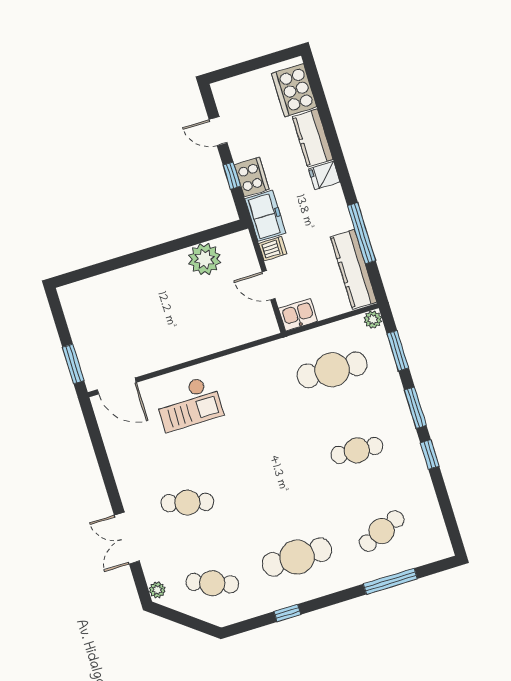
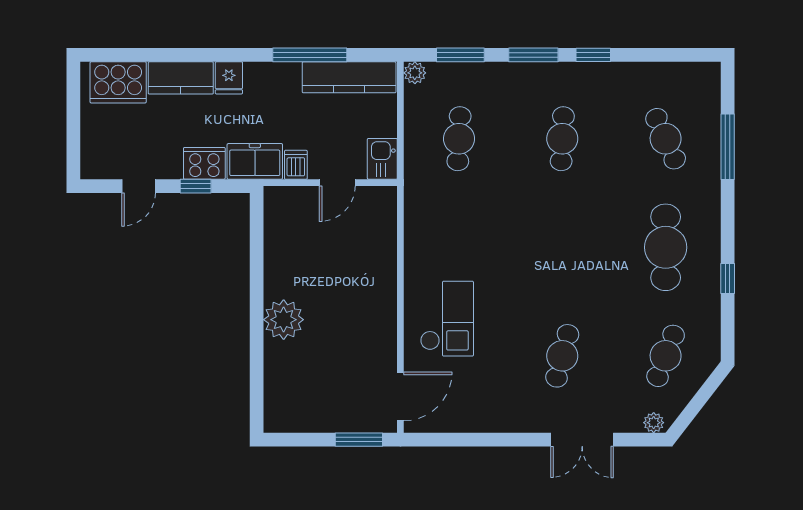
plant: (205, 259) -> (284, 320), moved
cafe table: (332, 370) -> (459, 139), width x0.73, depth x0.74

